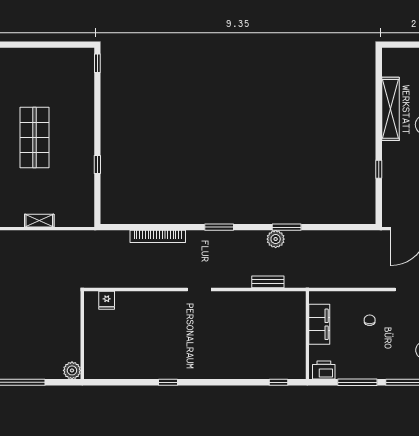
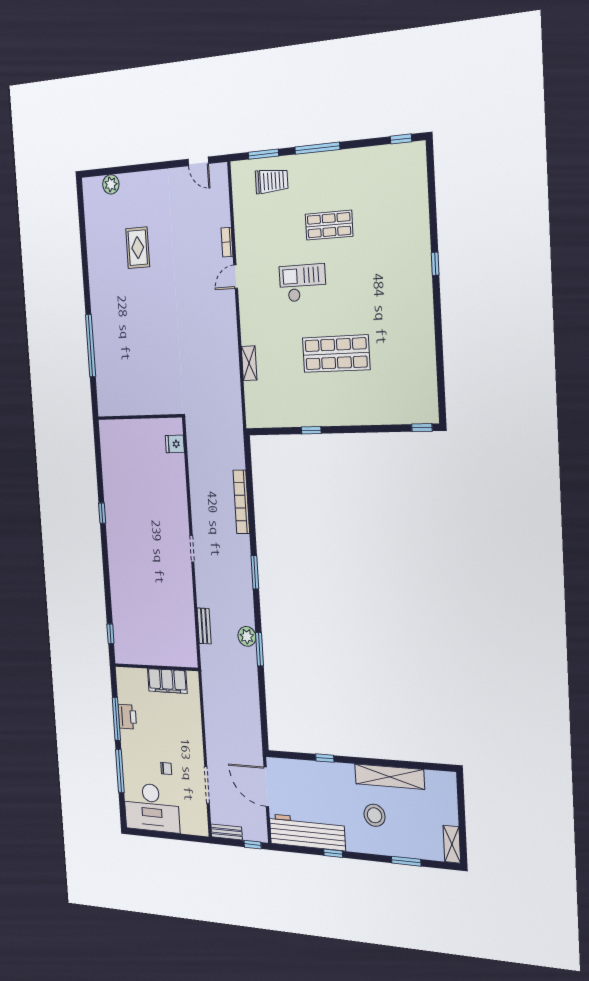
chair: (370, 320) -> (166, 768), moved
plant: (72, 370) -> (106, 406), removed
printer: (324, 370) -> (127, 717), moved

